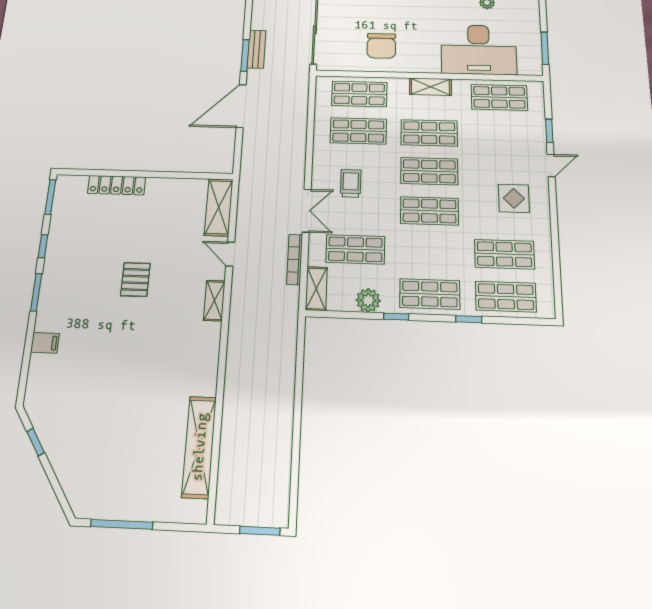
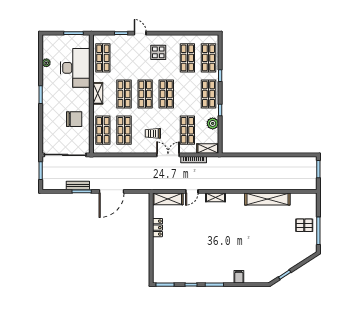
door: (241, 106) -> (112, 191), hinge flipped
locker: (117, 185) -> (158, 228), moved, width x0.66
pallet: (135, 279) -> (304, 225), moved
shelving: (199, 447) -> (267, 199), moved

